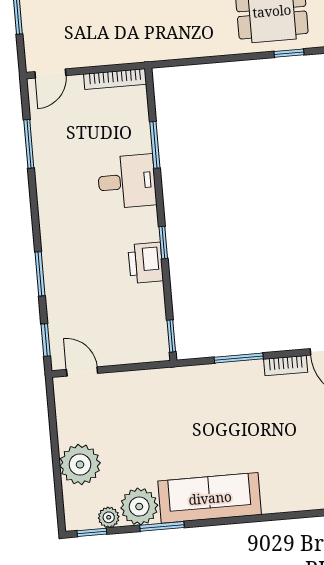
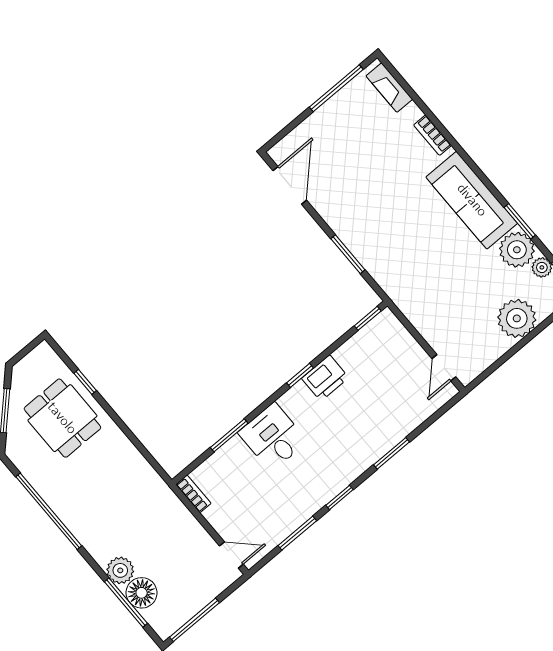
bookcase: (115, 79) -> (193, 494), width x0.64
window: (46, 340) -> (339, 497), moved
bookcase: (286, 366) -> (433, 135), moved, turned 180

